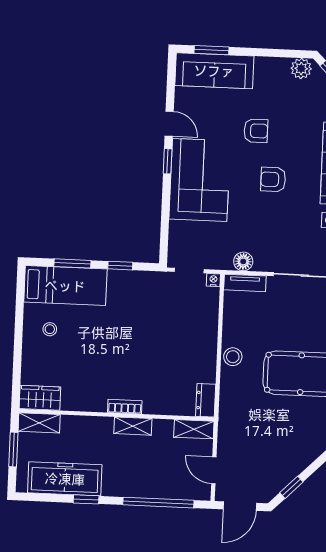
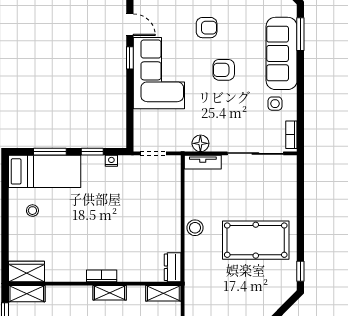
nightstand: (213, 280) -> (111, 161), moved

